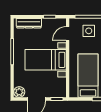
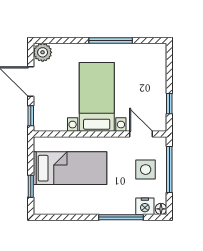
dresser: (29, 23) -> (158, 69), removed

